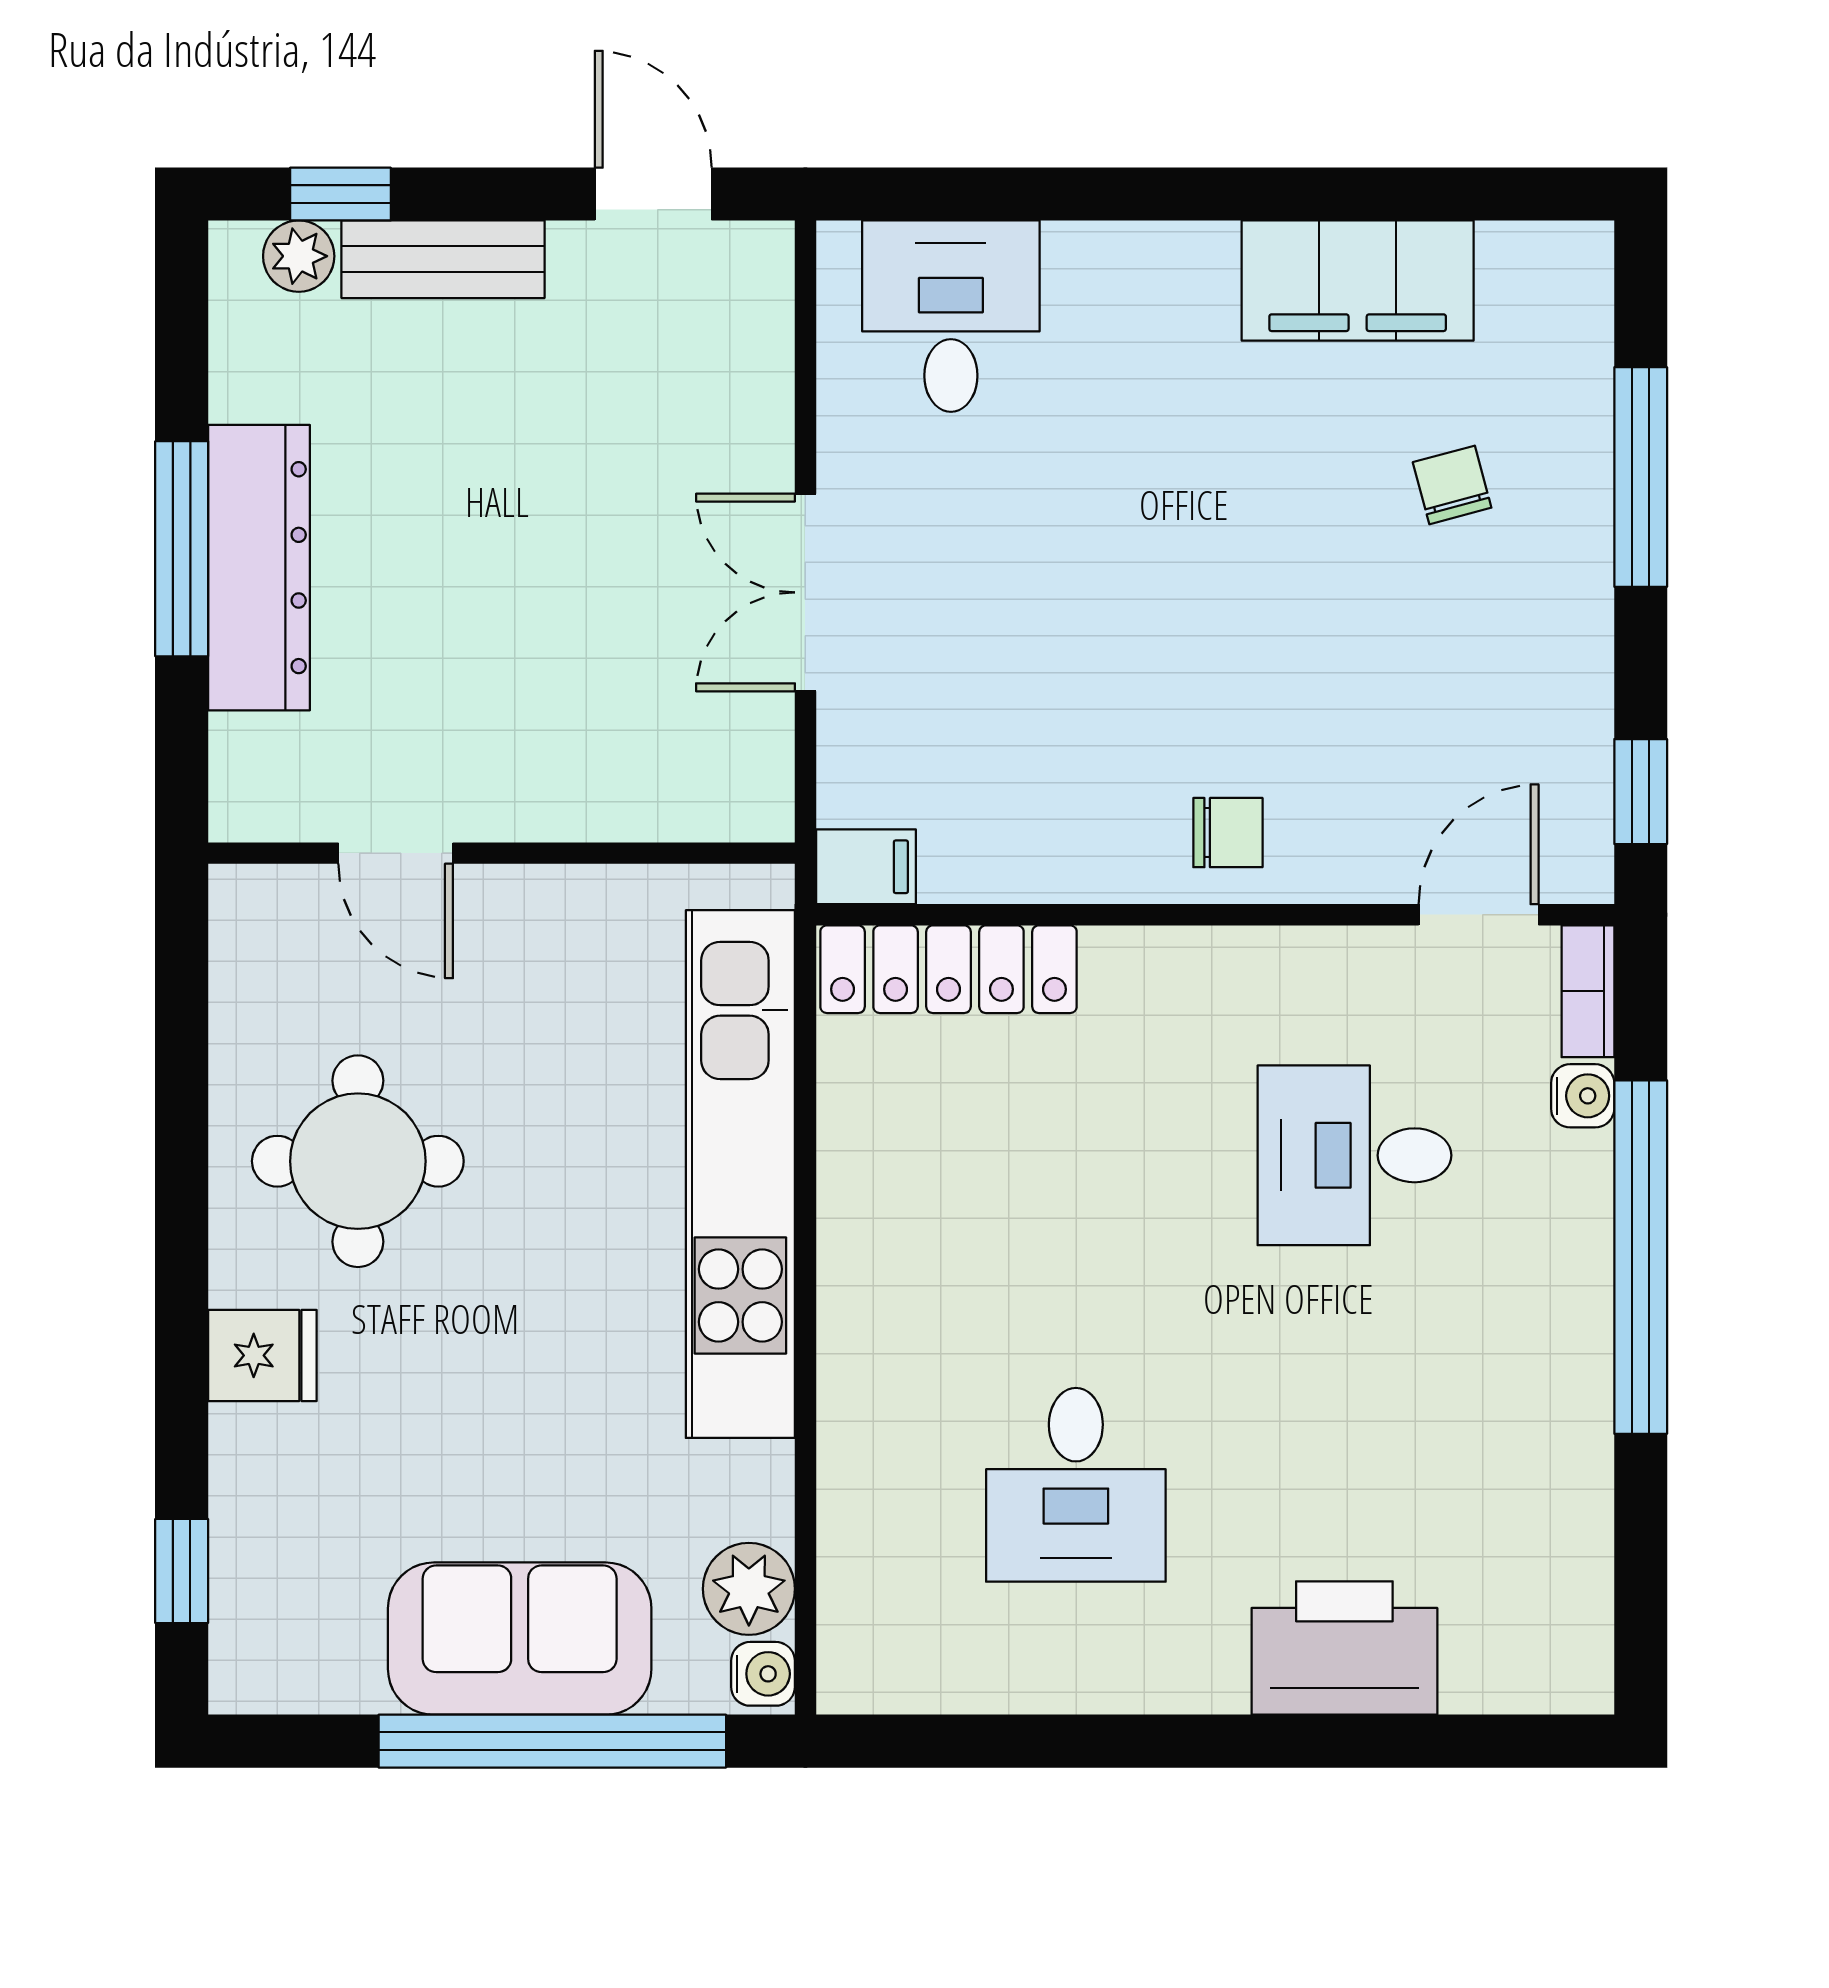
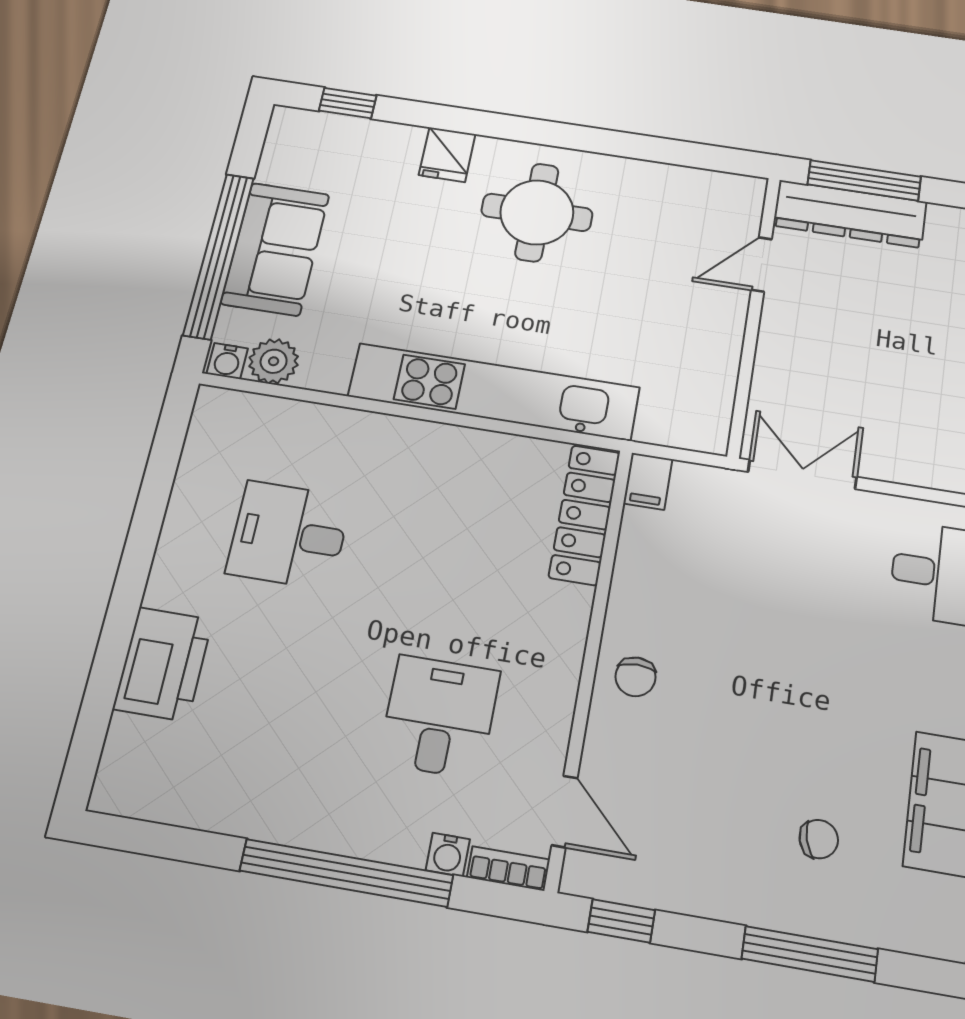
door: (396, 853) -> (761, 264), moved
wall: (501, 853) -> (754, 314), moved

